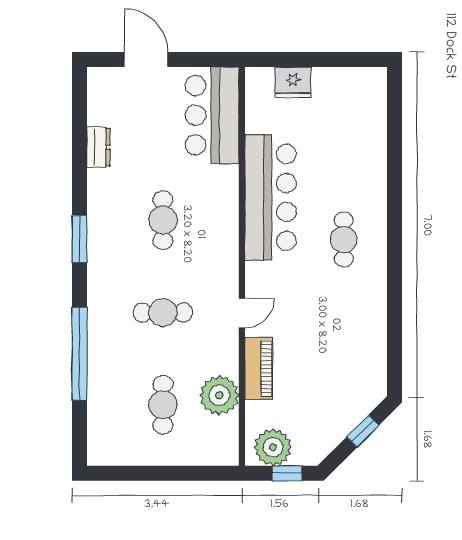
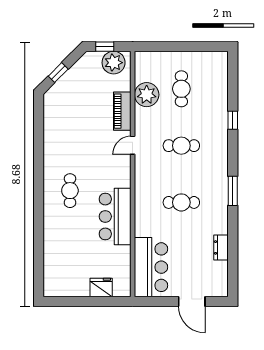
bar counter: (271, 197) -> (115, 216), width x0.73
cafe table: (163, 220) -> (181, 202), turned 90
window: (79, 354) -> (233, 120), width x0.32

